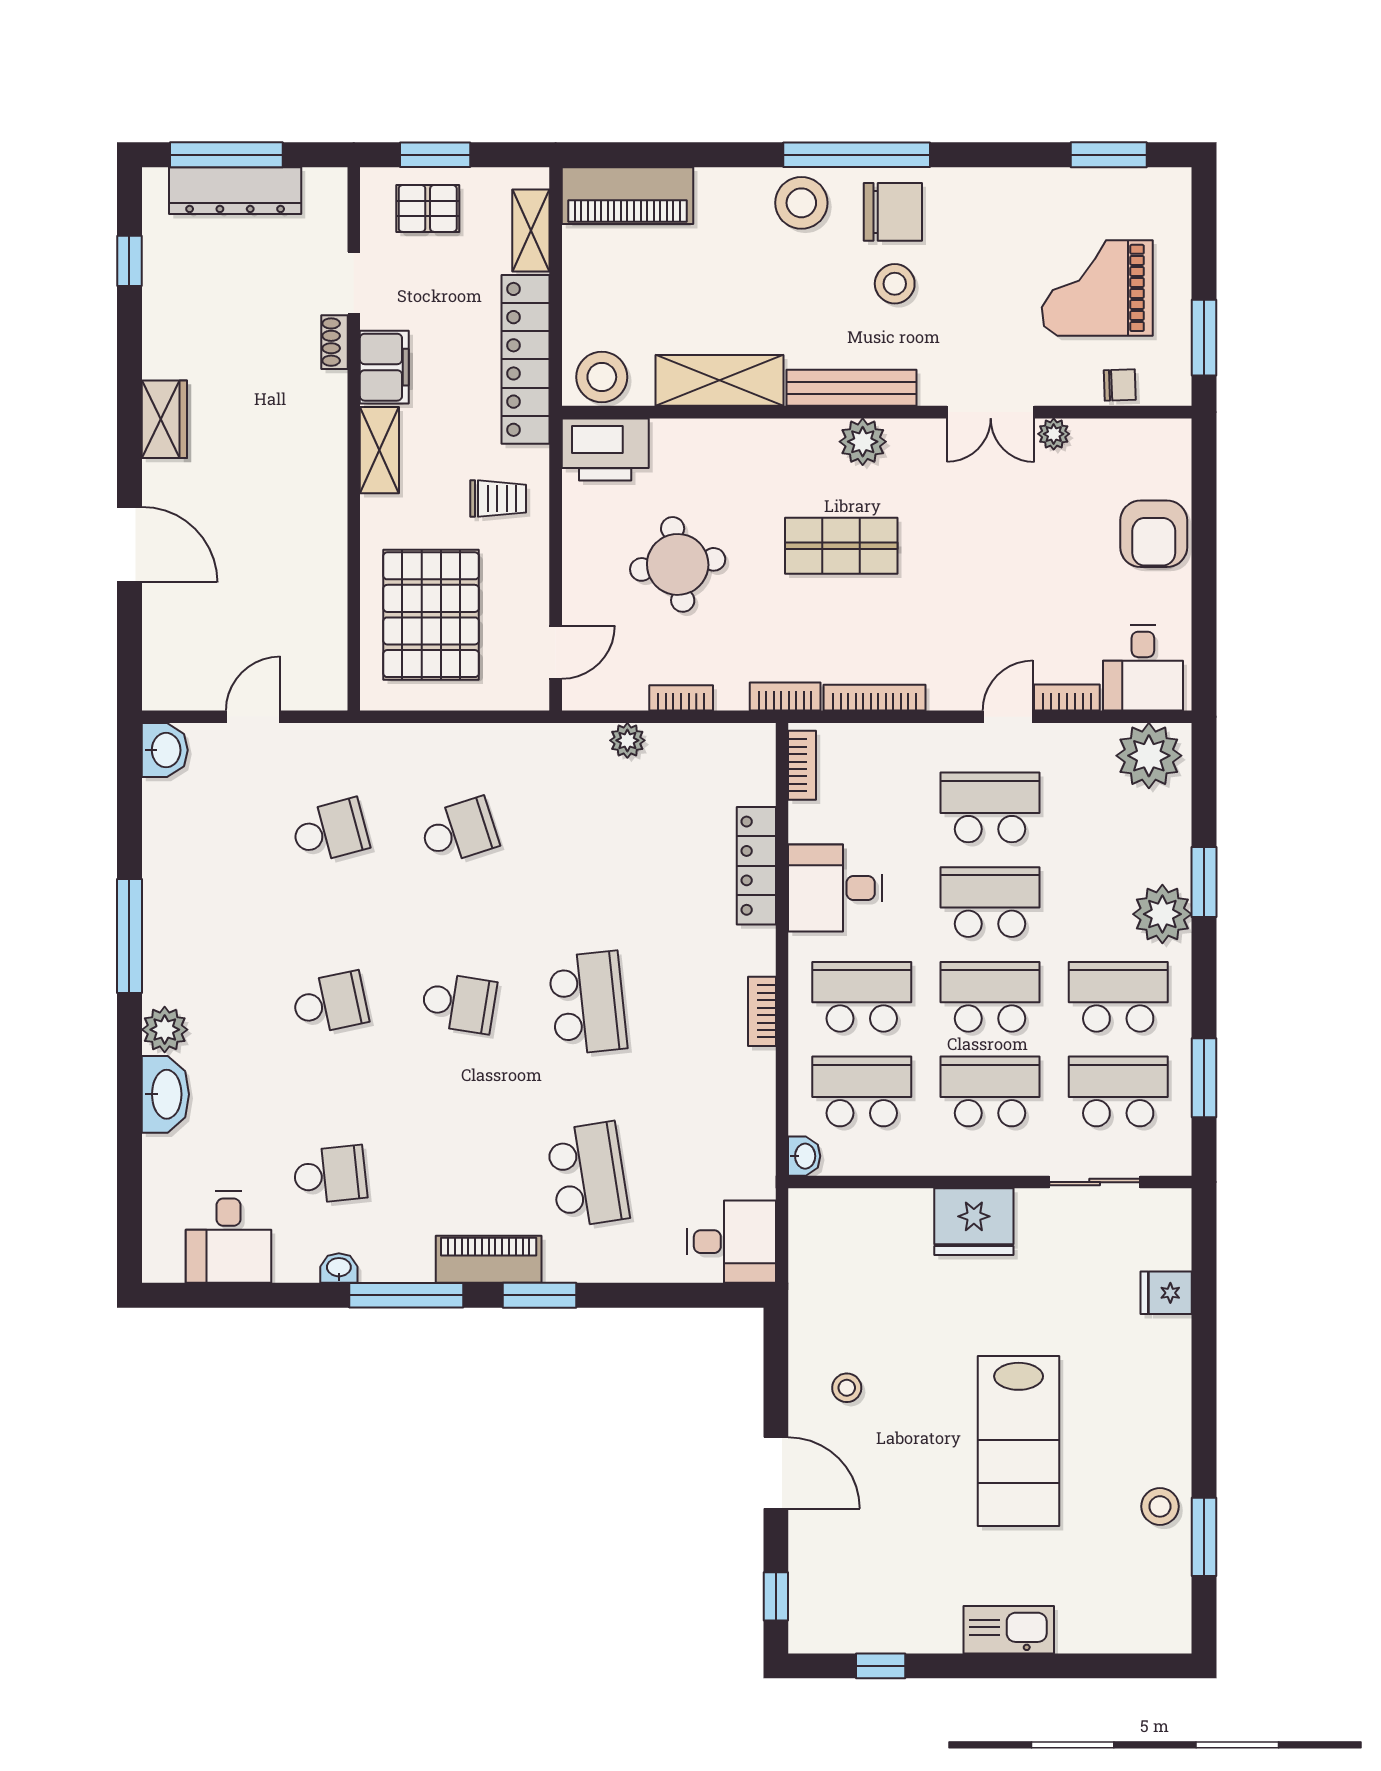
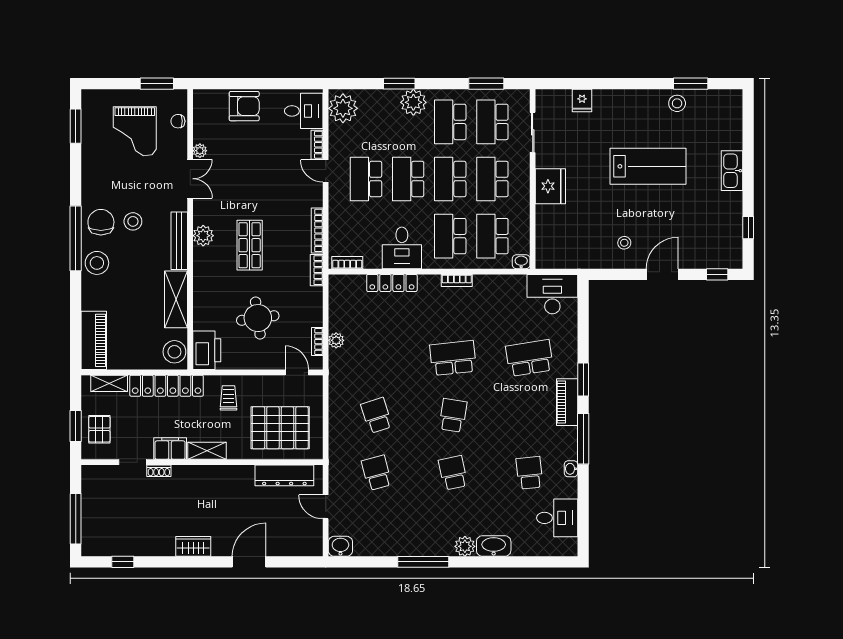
dresser: (235, 191) -> (284, 475), moved, turned 90
chair: (1120, 385) -> (178, 121), turned -88
bookcase: (681, 698) -> (317, 342), moved
desk: (731, 1242) -> (552, 294), width x1.37

